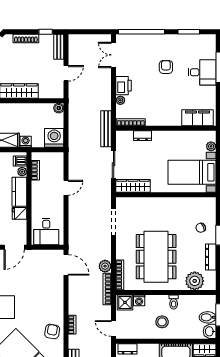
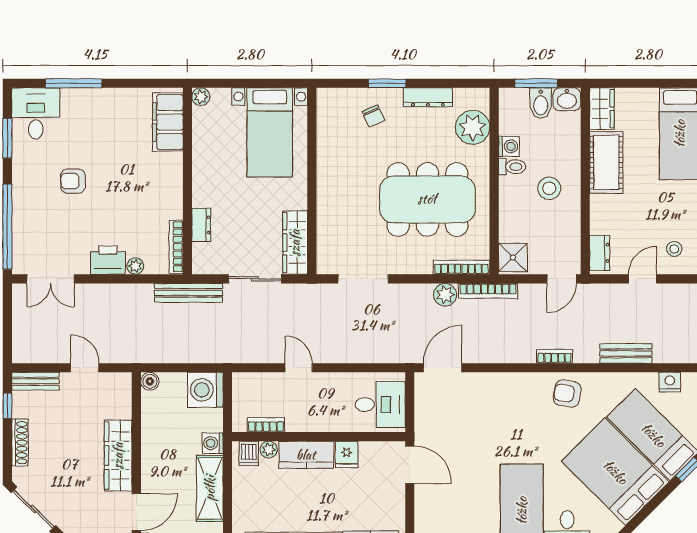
desk: (202, 72) -> (36, 113), moved
plant: (211, 146) -> (201, 97), moved
washing machine: (139, 300) -> (509, 146), moved

